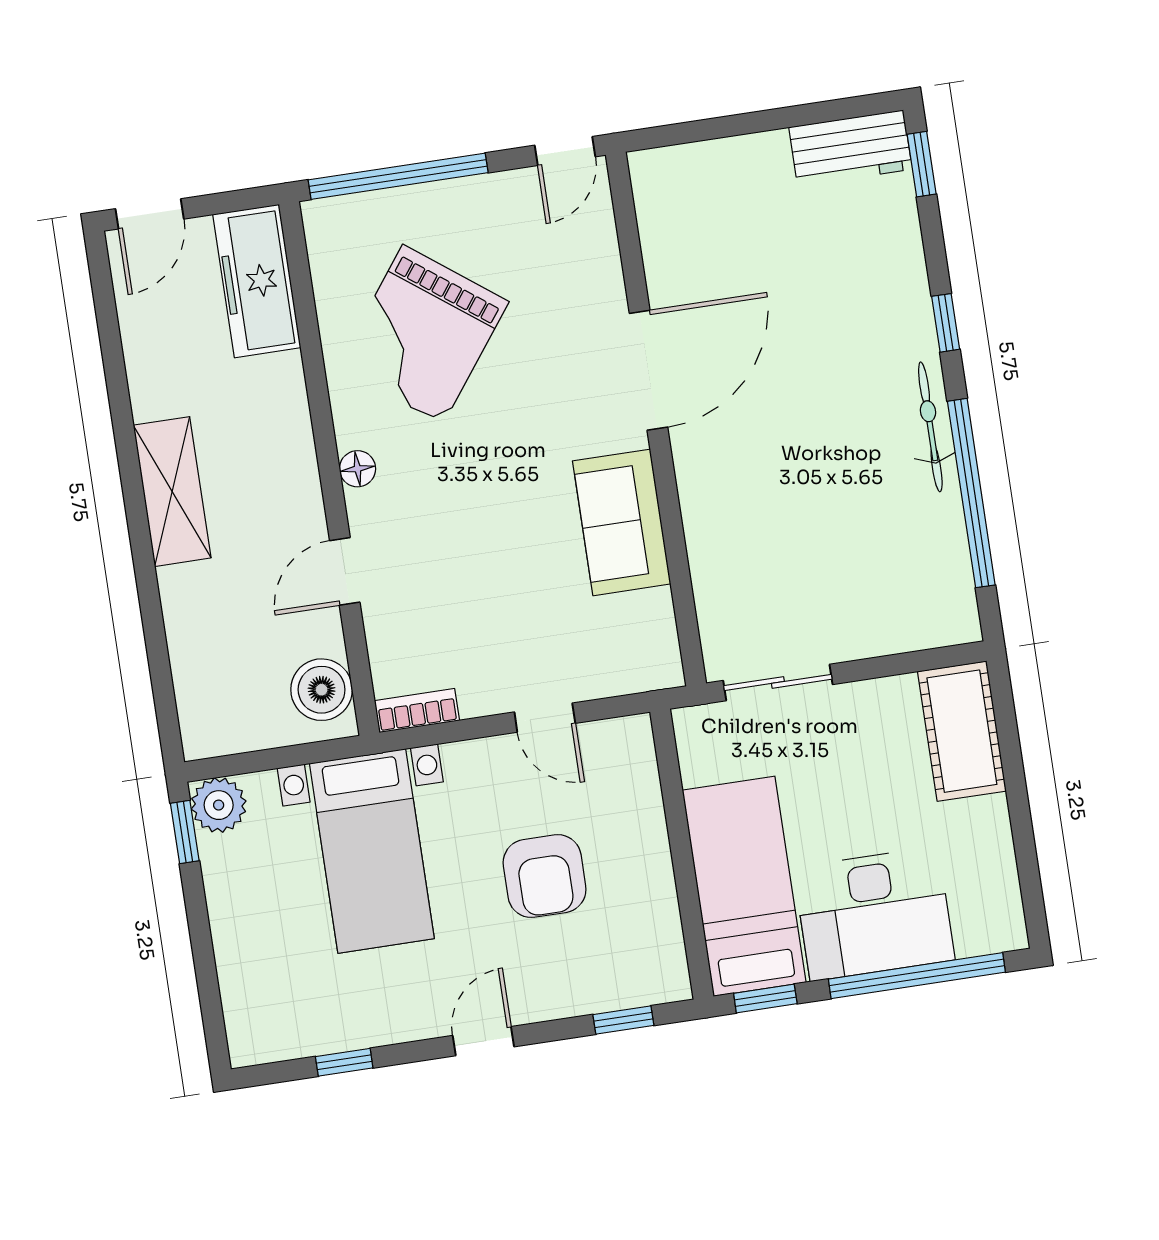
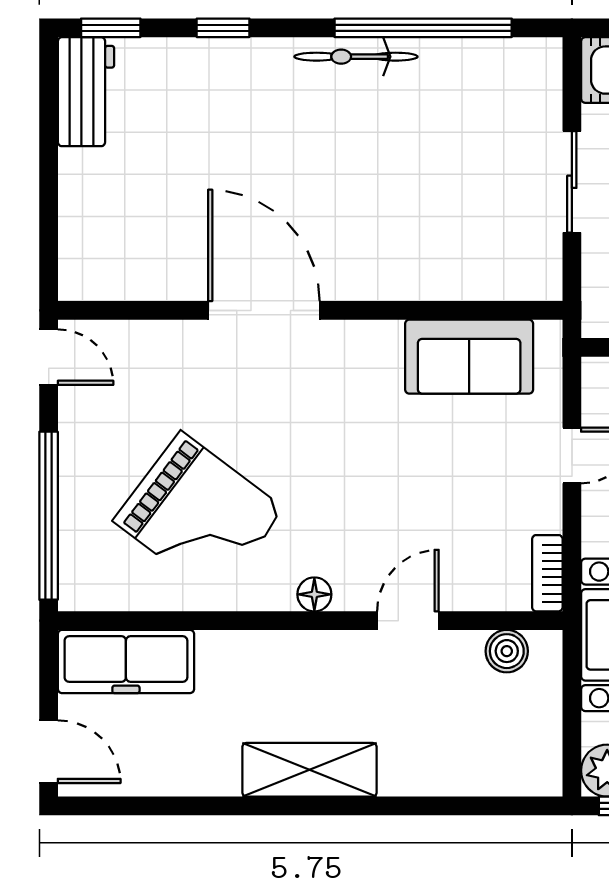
window: (946, 323) -> (223, 28), moved
sofa: (622, 522) -> (469, 357), moved
door: (345, 571) -> (408, 621), swing flipped
sliding door: (778, 682) -> (572, 182), moved
boiler: (322, 690) -> (507, 651), width x0.73, depth x0.73

